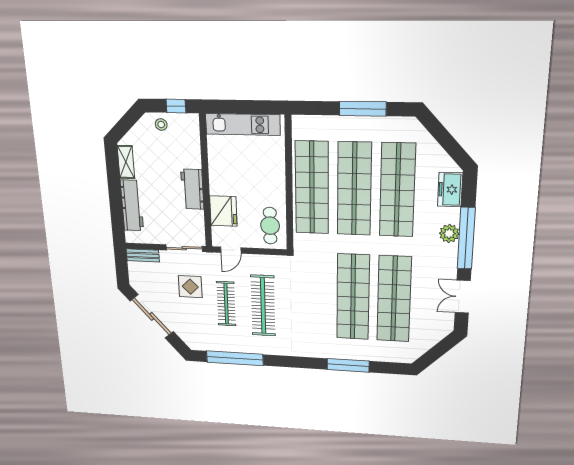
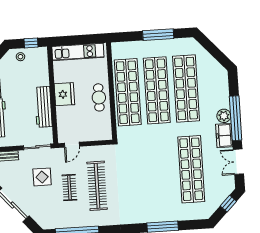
workbench: (192, 189) -> (43, 107), width x1.38
freezer: (450, 190) -> (224, 136), moved
fridge: (223, 211) -> (64, 94), moved
cafe table: (270, 226) -> (99, 97), moved
shop shelf: (353, 297) -> (162, 171), removed
clothes rail: (226, 304) -> (69, 188), width x0.73
window: (441, 348) -> (228, 204), added

